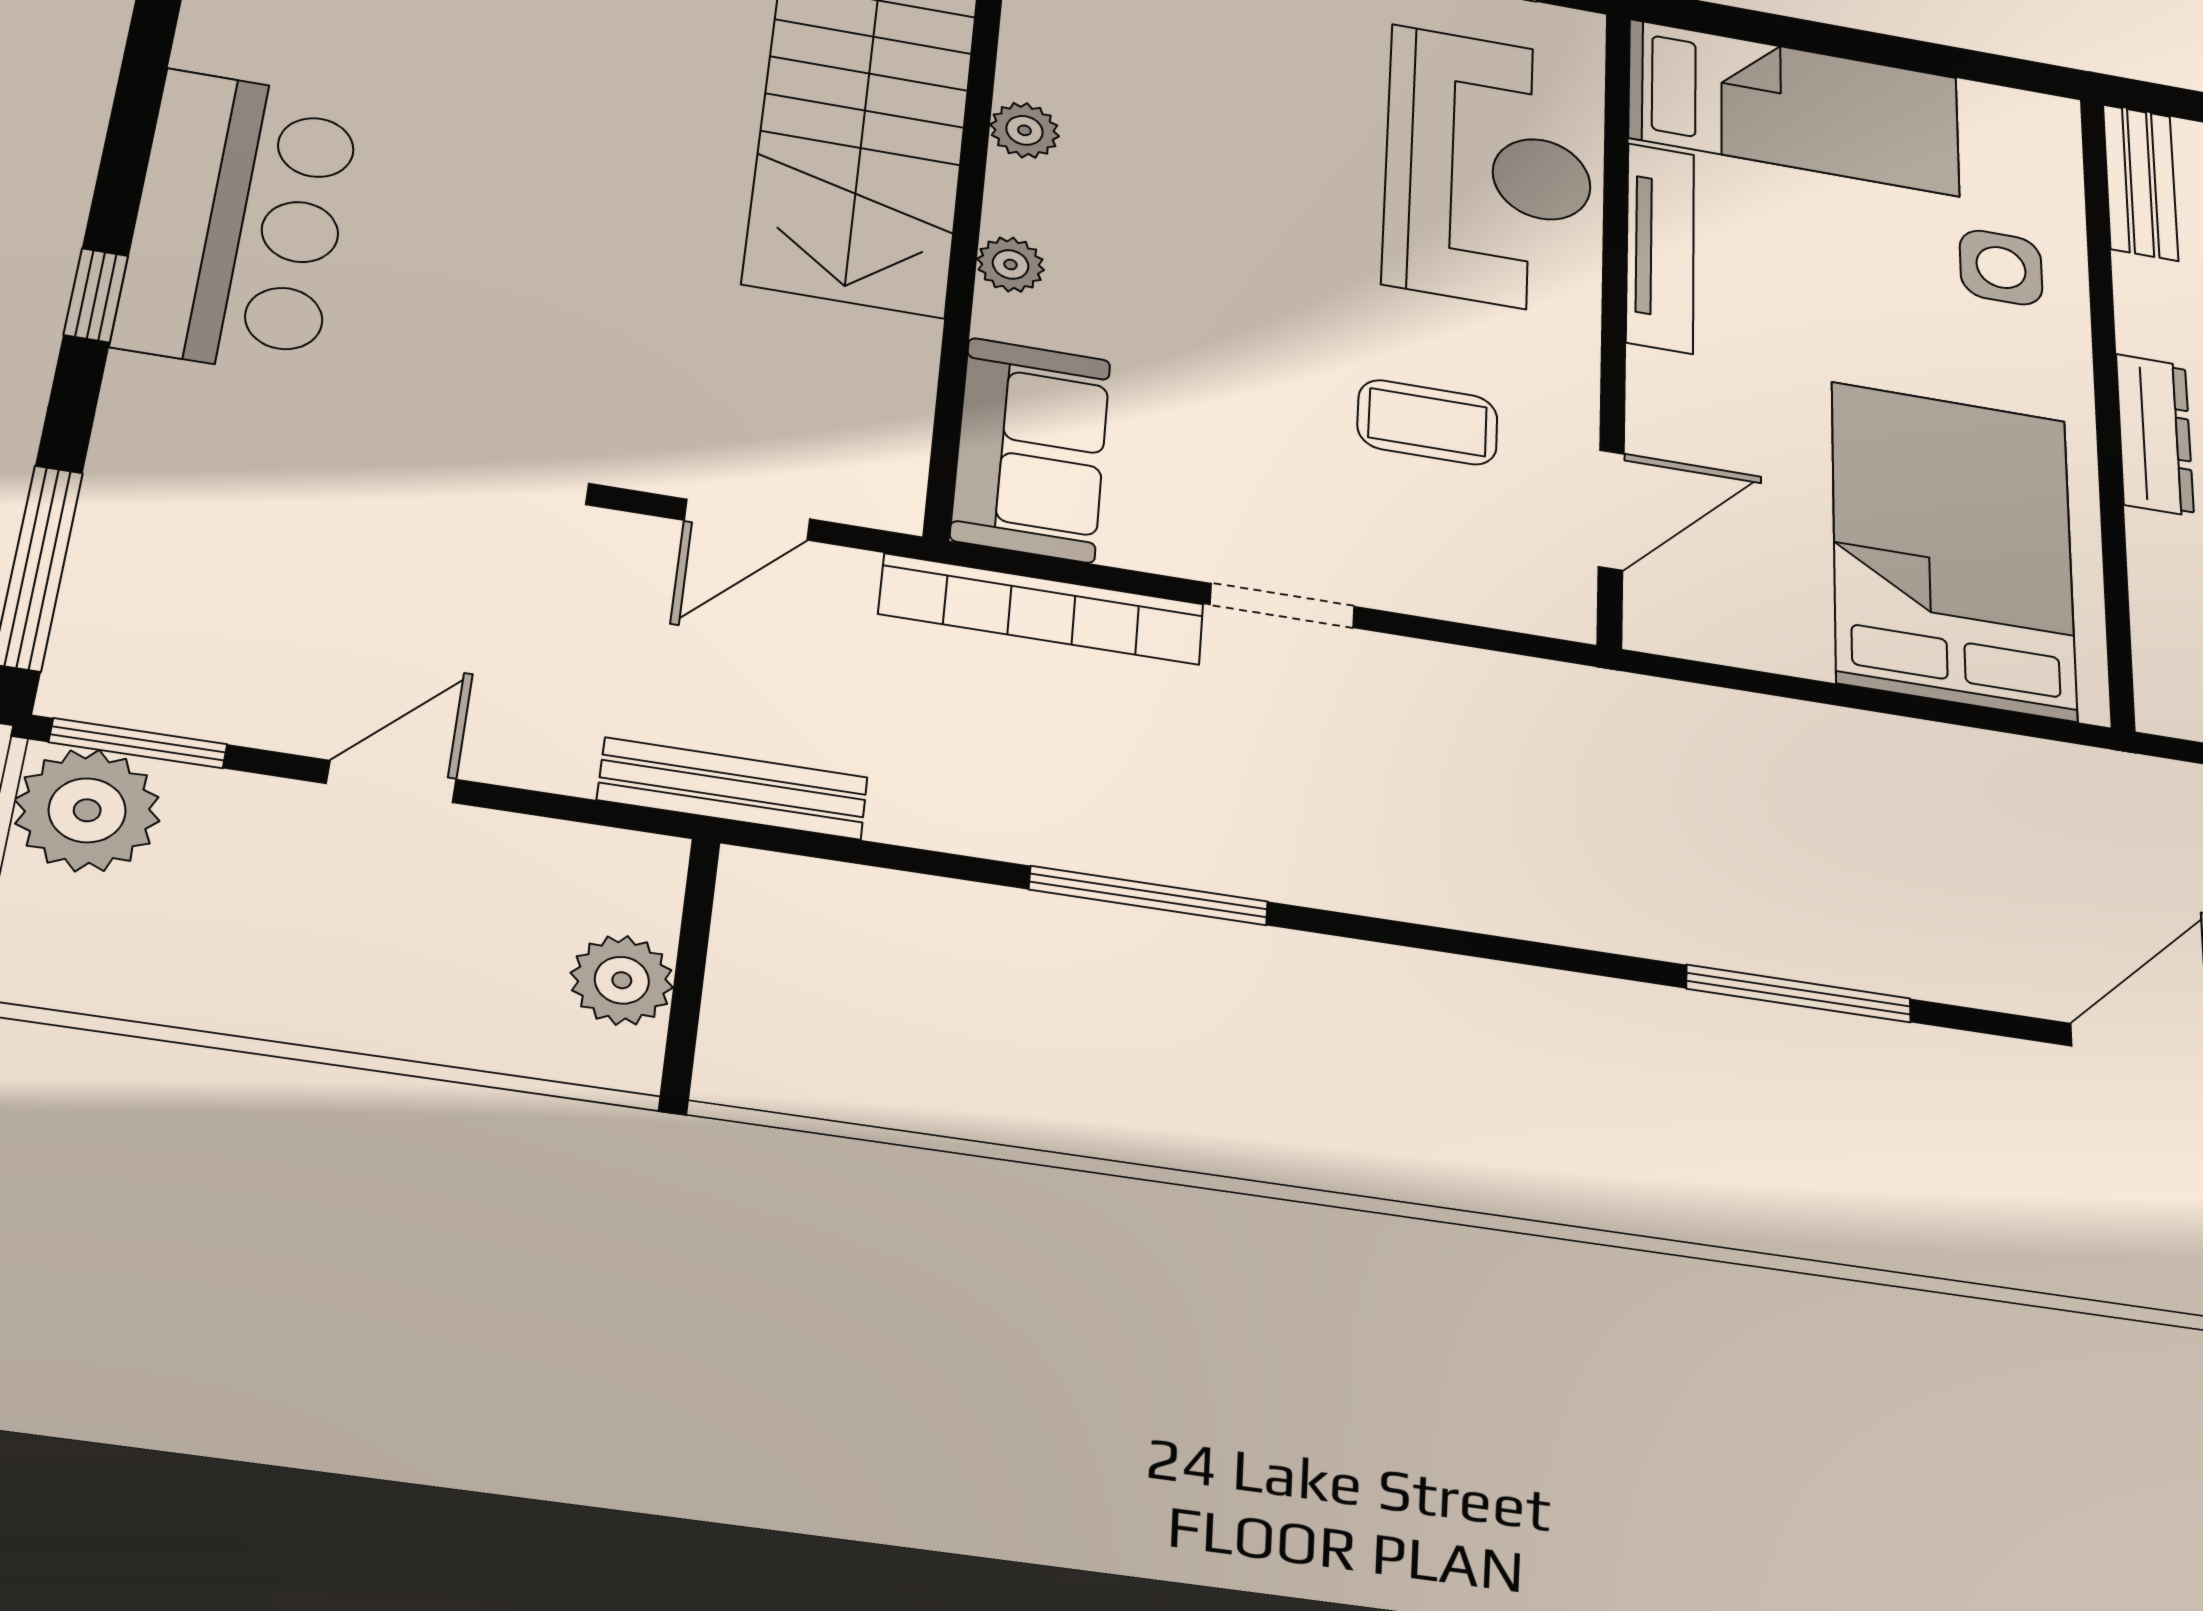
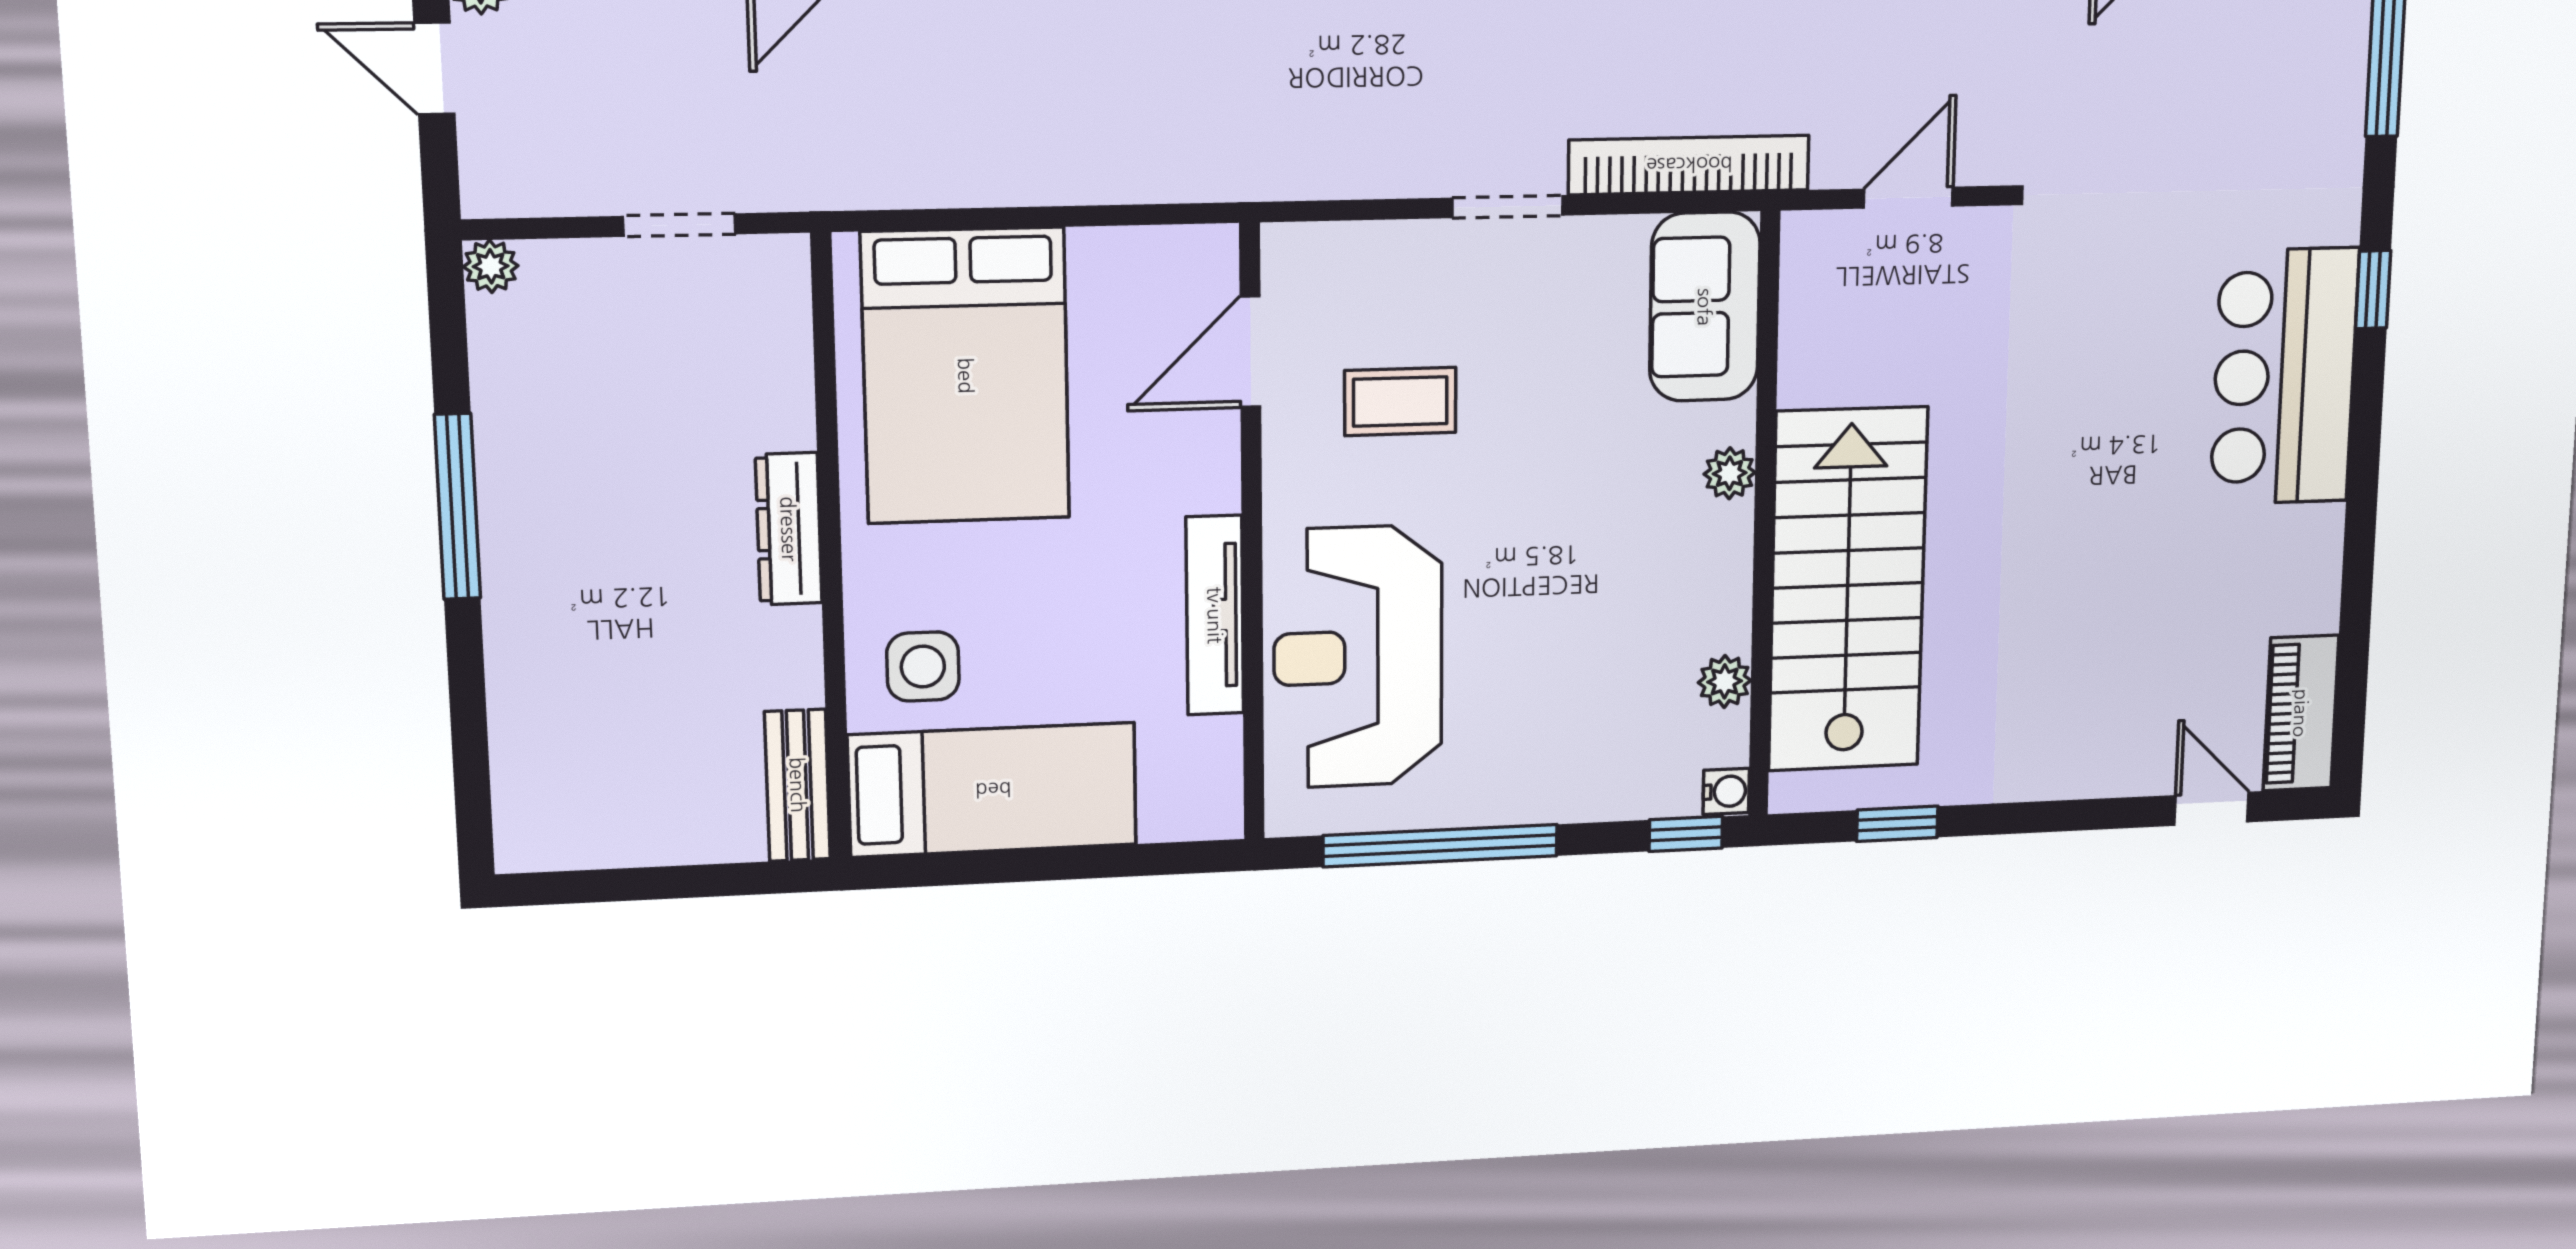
bed: (1794, 108) -> (993, 790), moved, turned 180
plant: (1024, 130) -> (1725, 681), moved

